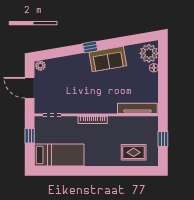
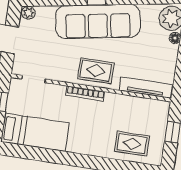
sofa: (108, 59) -> (98, 21), width x1.85, depth x1.27
rug: (98, 101) -> (96, 71), added

